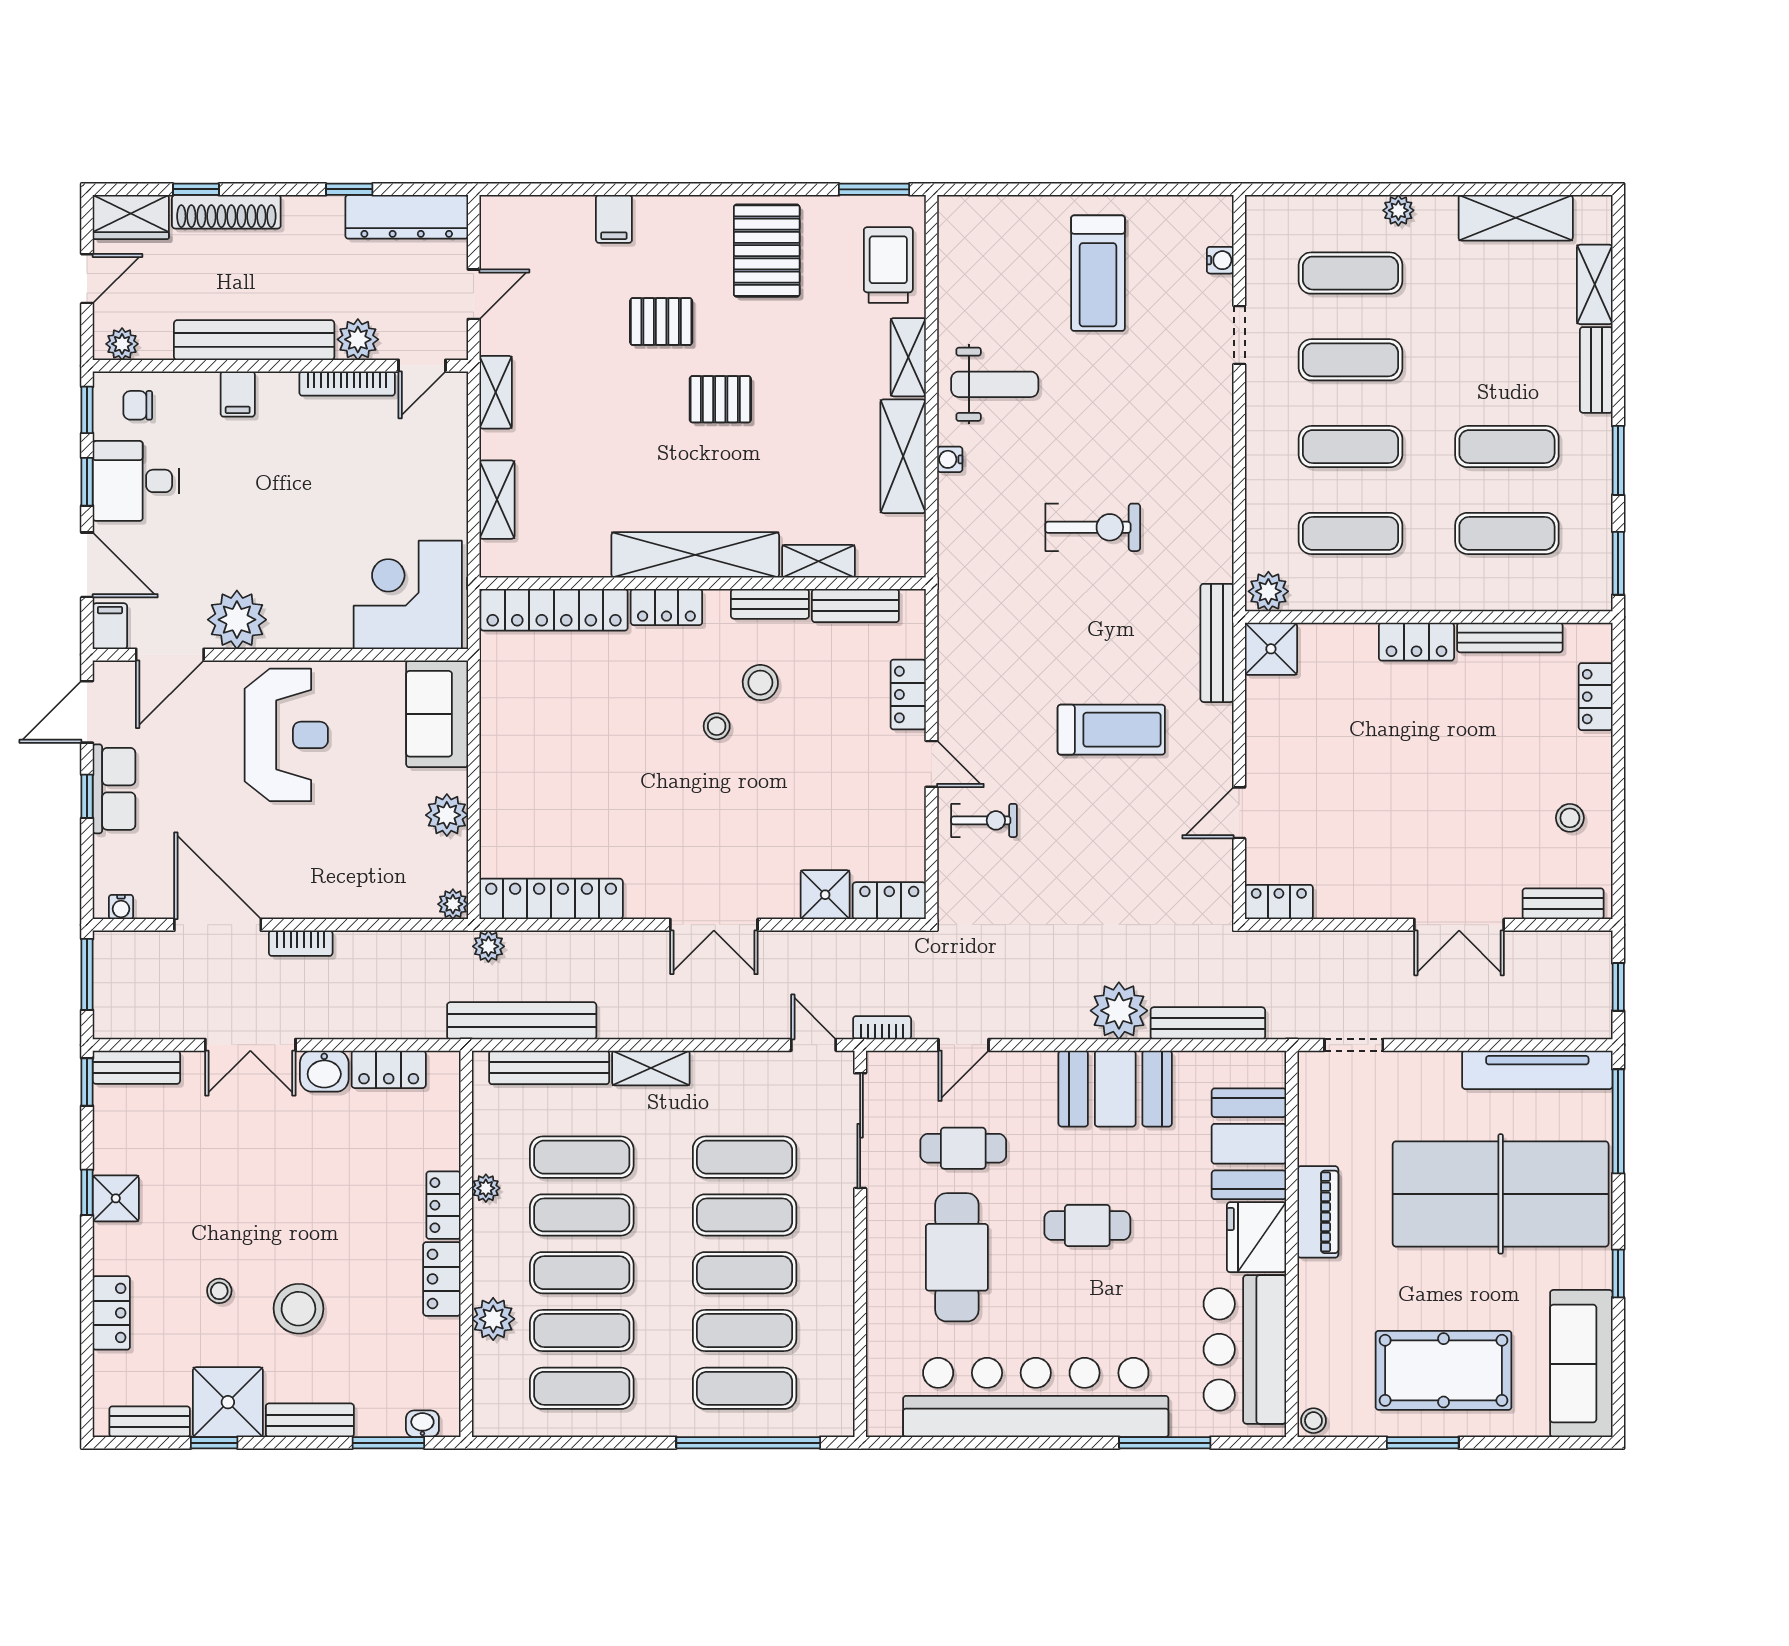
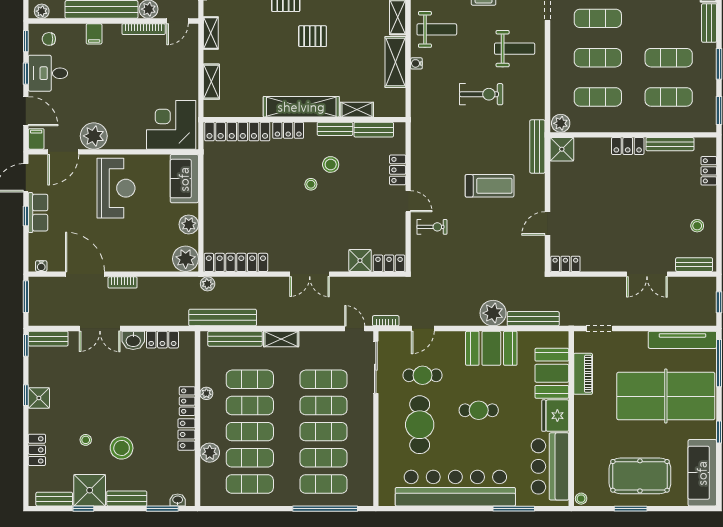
weight bench: (1167, 427) -> (515, 49), added
plant: (453, 904) -> (186, 259), width x1.88, depth x1.88
piano: (1318, 1212) -> (583, 374), moved

